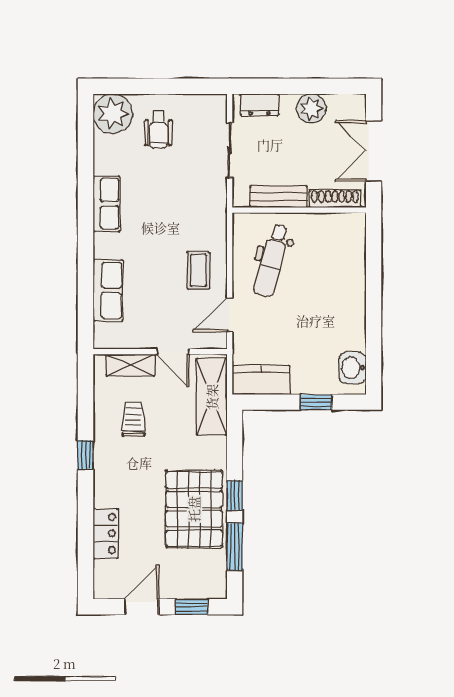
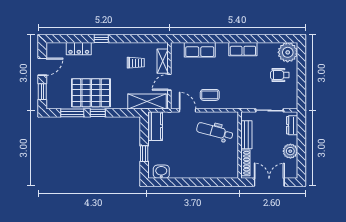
window: (86, 455) -> (101, 39), moved
door: (142, 607) -> (42, 67), hinge flipped

